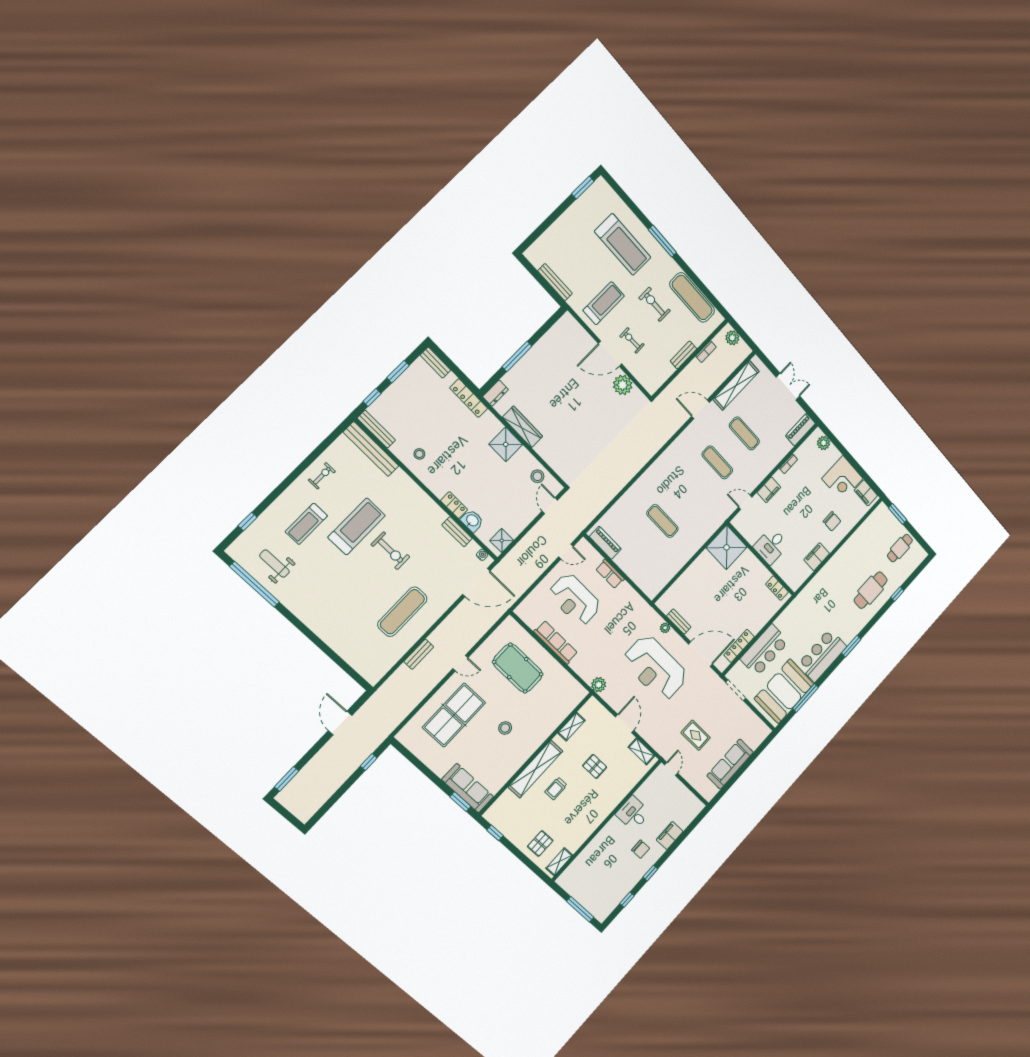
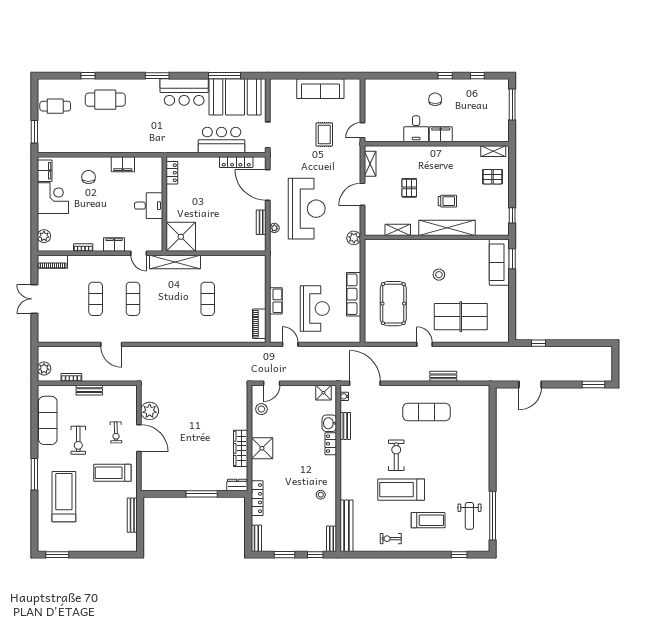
shelving: (736, 385) -> (175, 262), moved
bench: (376, 429) -> (332, 539), width x0.73
filing cabinet: (670, 836) -> (441, 134), moved, turned 180

